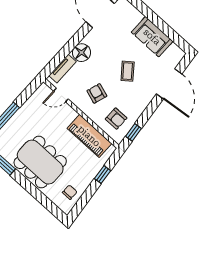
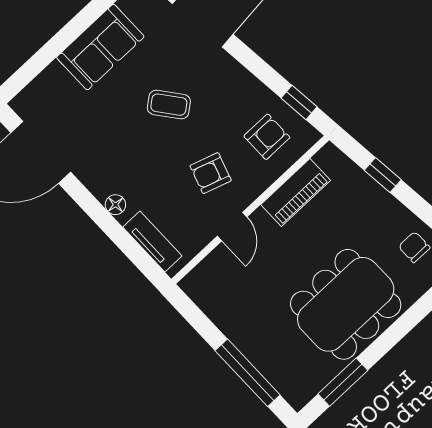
floor lamp: (82, 53) -> (115, 205), width x0.53, depth x0.53
door: (61, 95) -> (232, 227), moved
piano: (89, 136) -> (296, 192), width x0.73, depth x0.75

